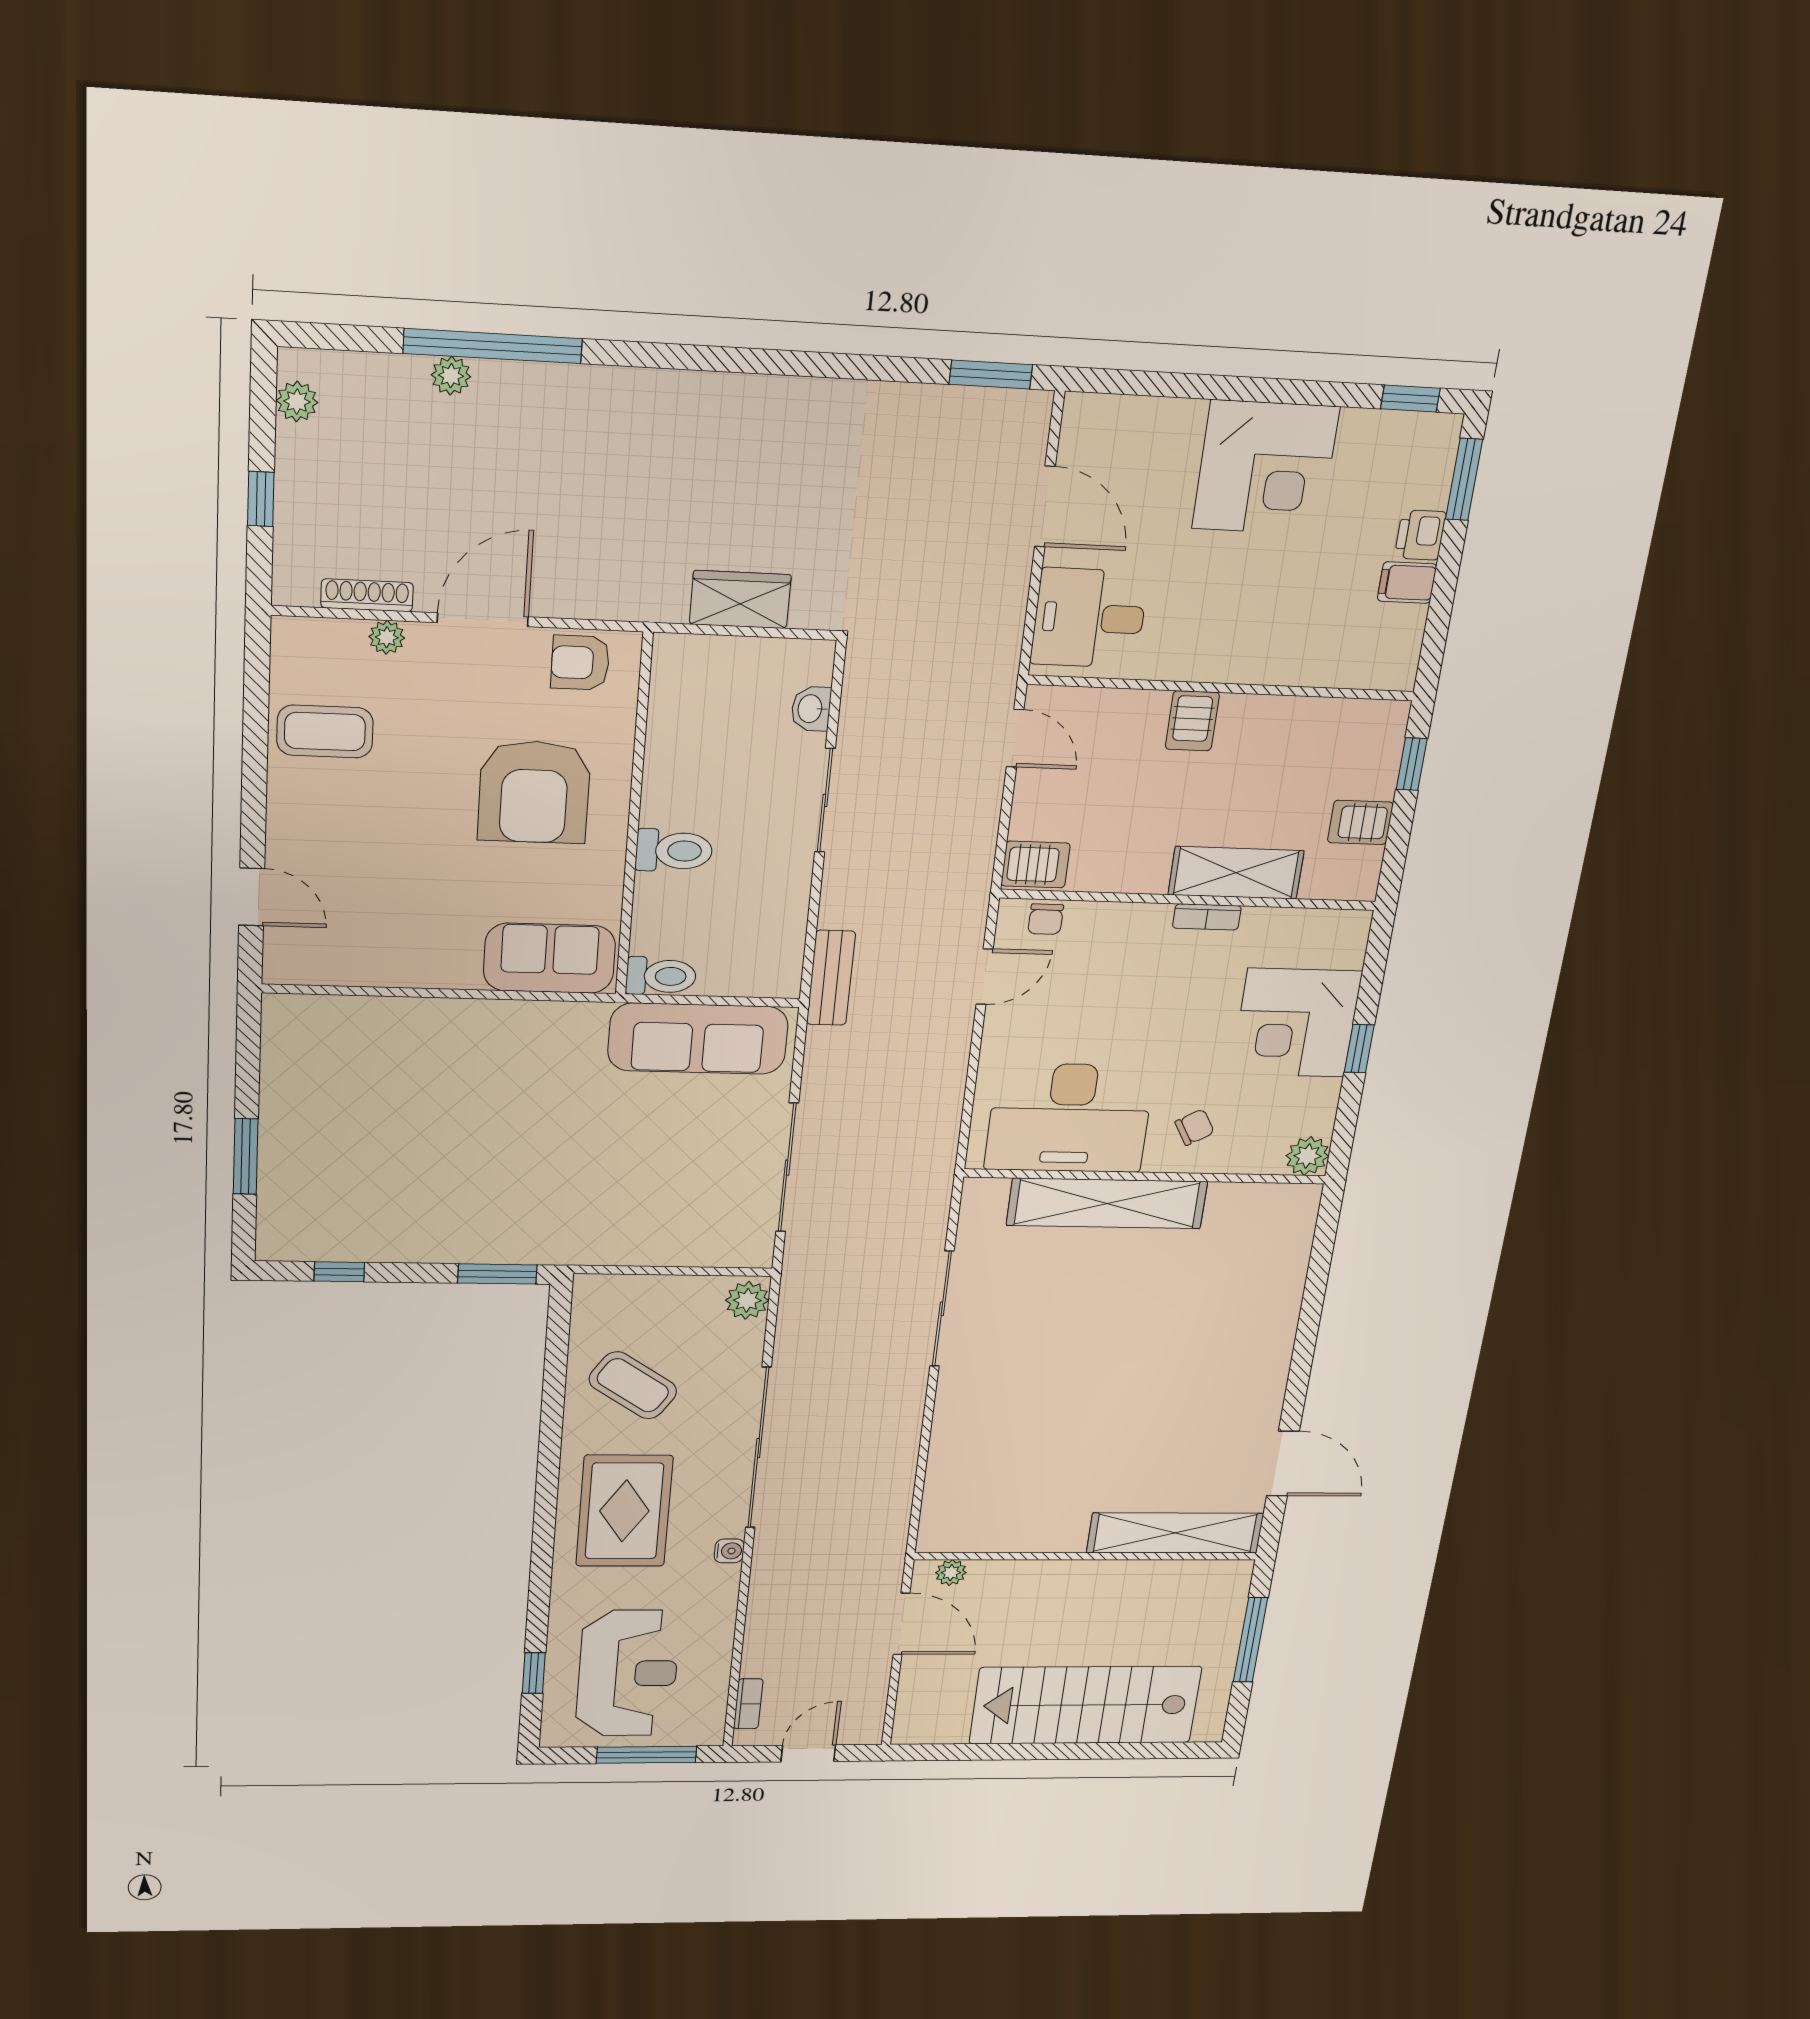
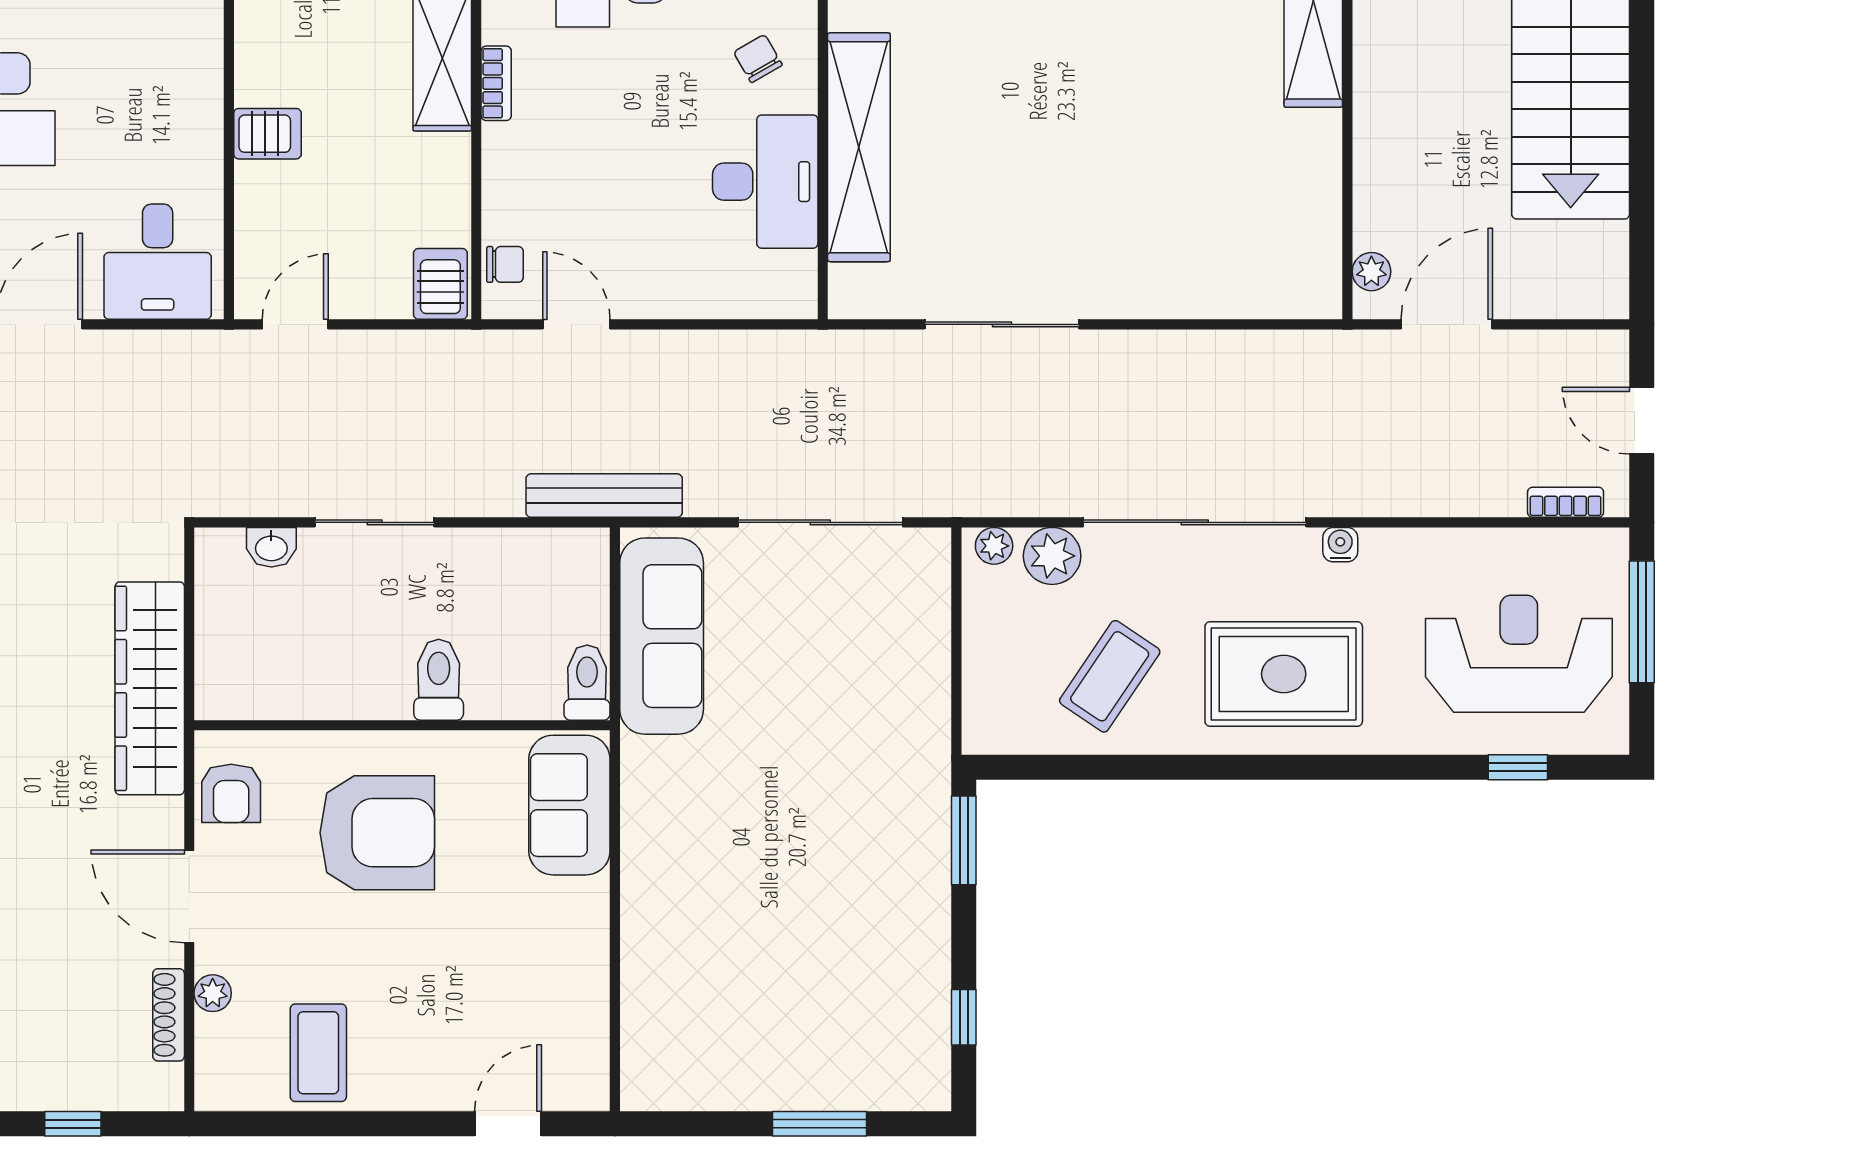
wardrobe: (740, 600) -> (150, 688), width x2.10, depth x1.17
bench: (831, 978) -> (604, 496), width x1.36
desk: (1069, 1118) -> (765, 182), width x0.73, depth x0.77
plant: (747, 1300) -> (994, 546), width x0.73, depth x0.73
plant: (740, 1344) -> (1052, 556), added

